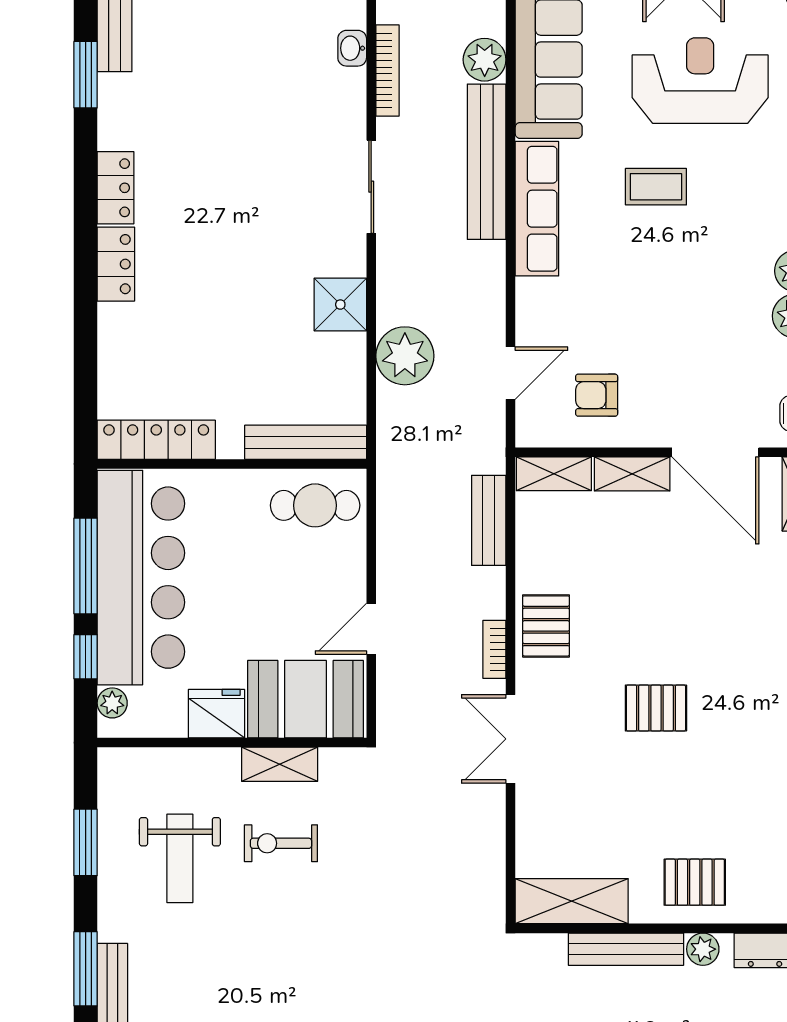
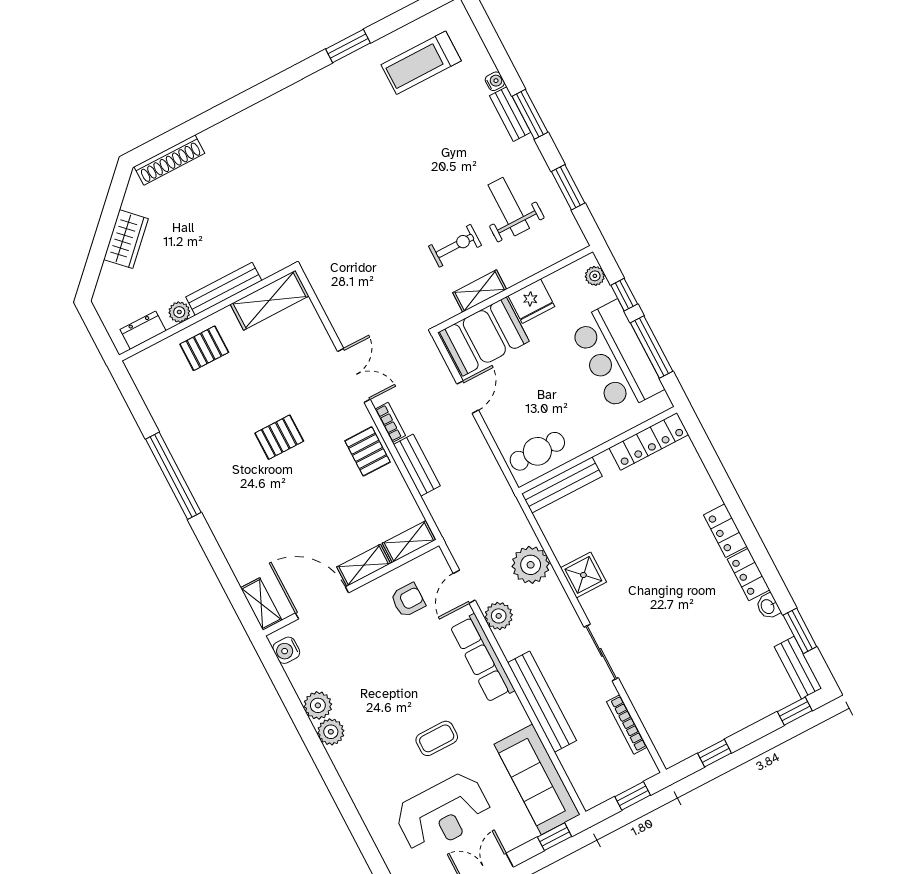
washbasin: (352, 48) -> (768, 606), moved, turned 180
plant: (485, 60) -> (499, 616), moved
row of seats: (537, 209) -> (482, 658), moved
bench: (489, 520) -> (417, 465), moved
bar counter: (141, 578) -> (616, 357), width x0.73

